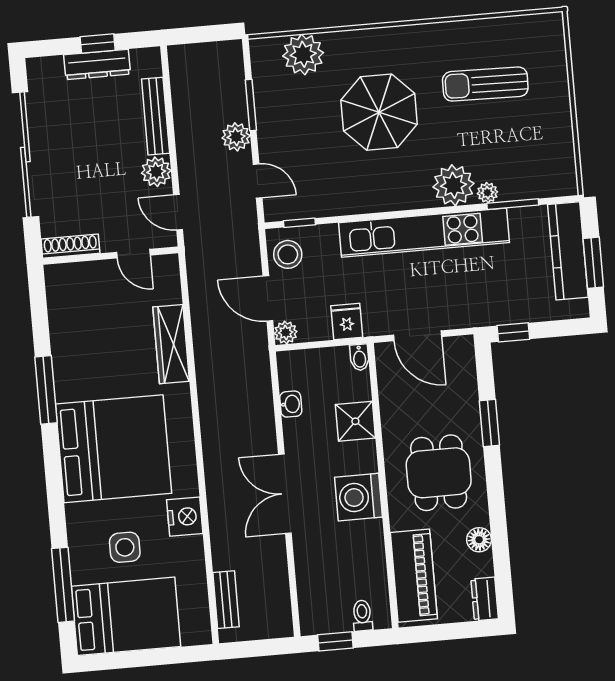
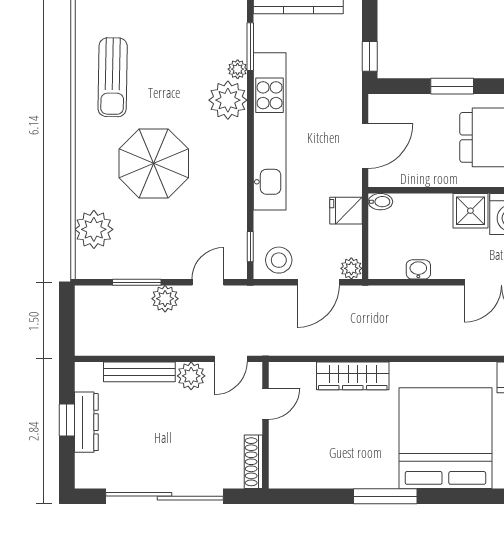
sun lounger: (485, 84) -> (113, 77), moved
shower: (355, 421) -> (470, 211), moved

